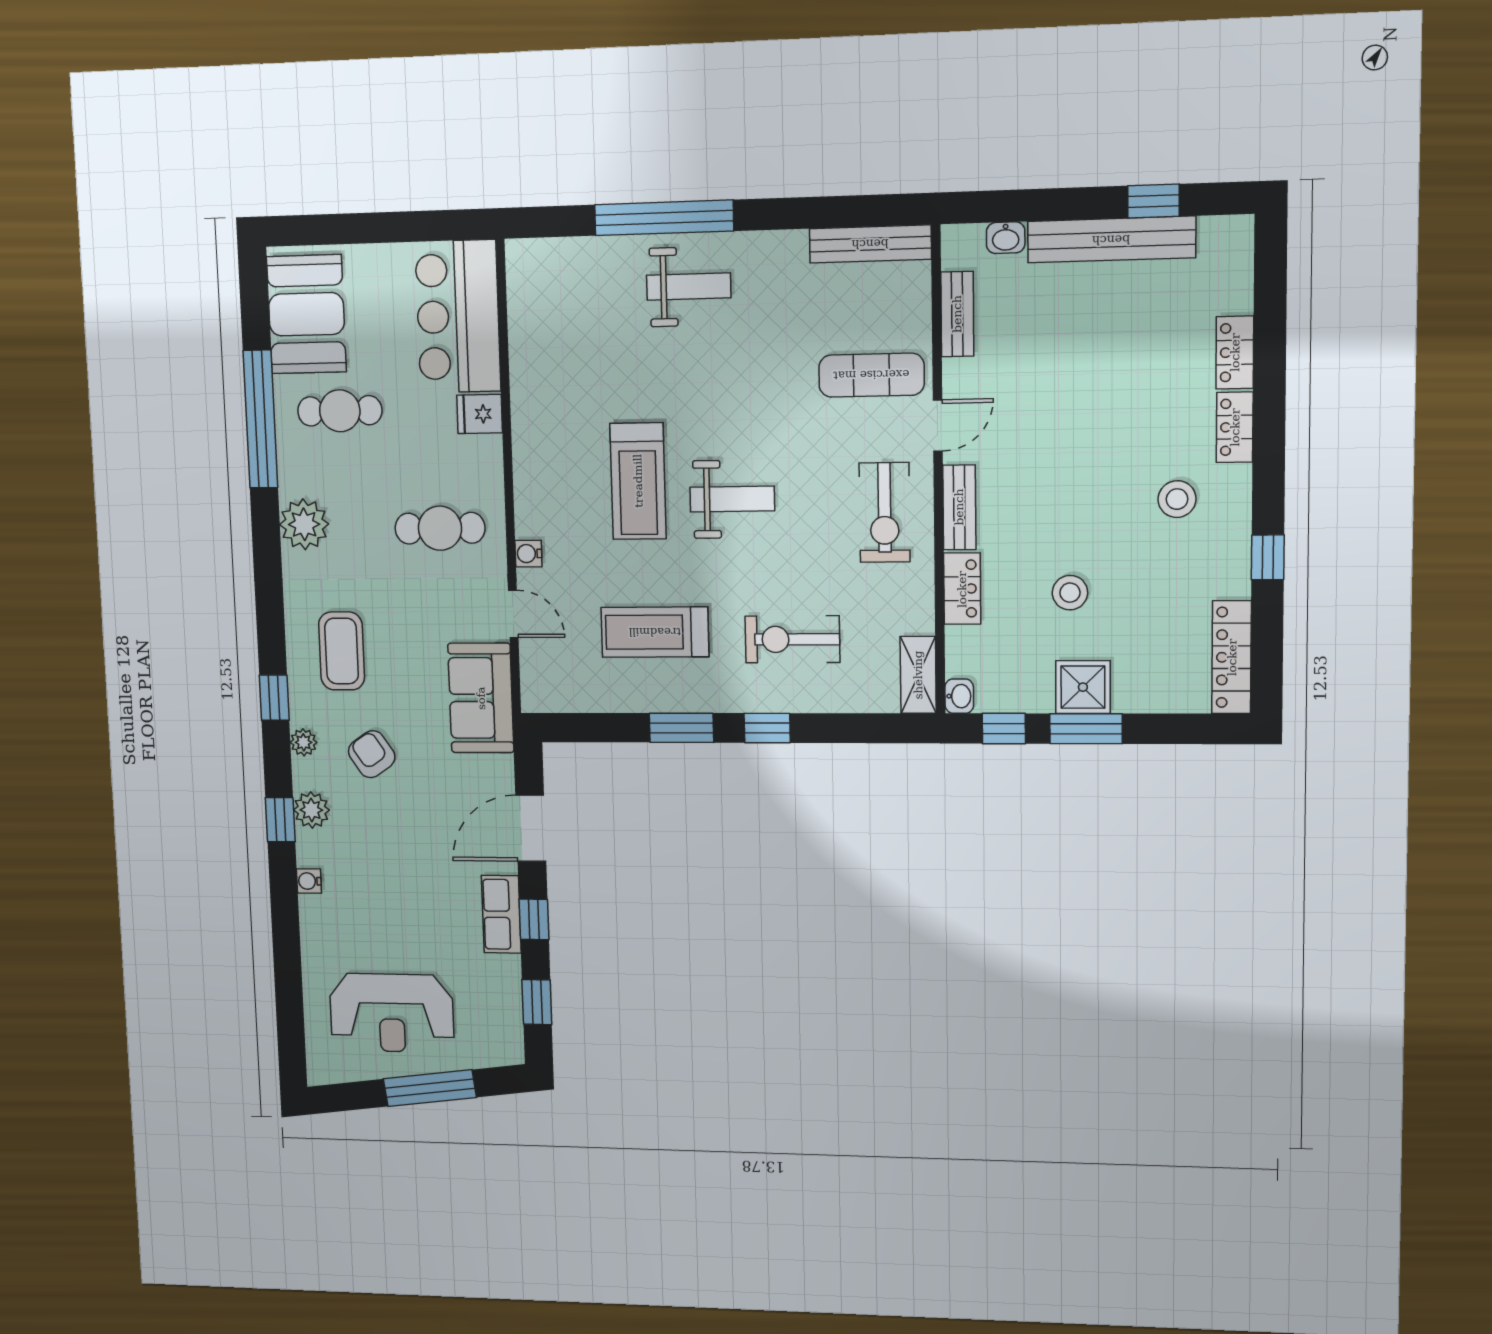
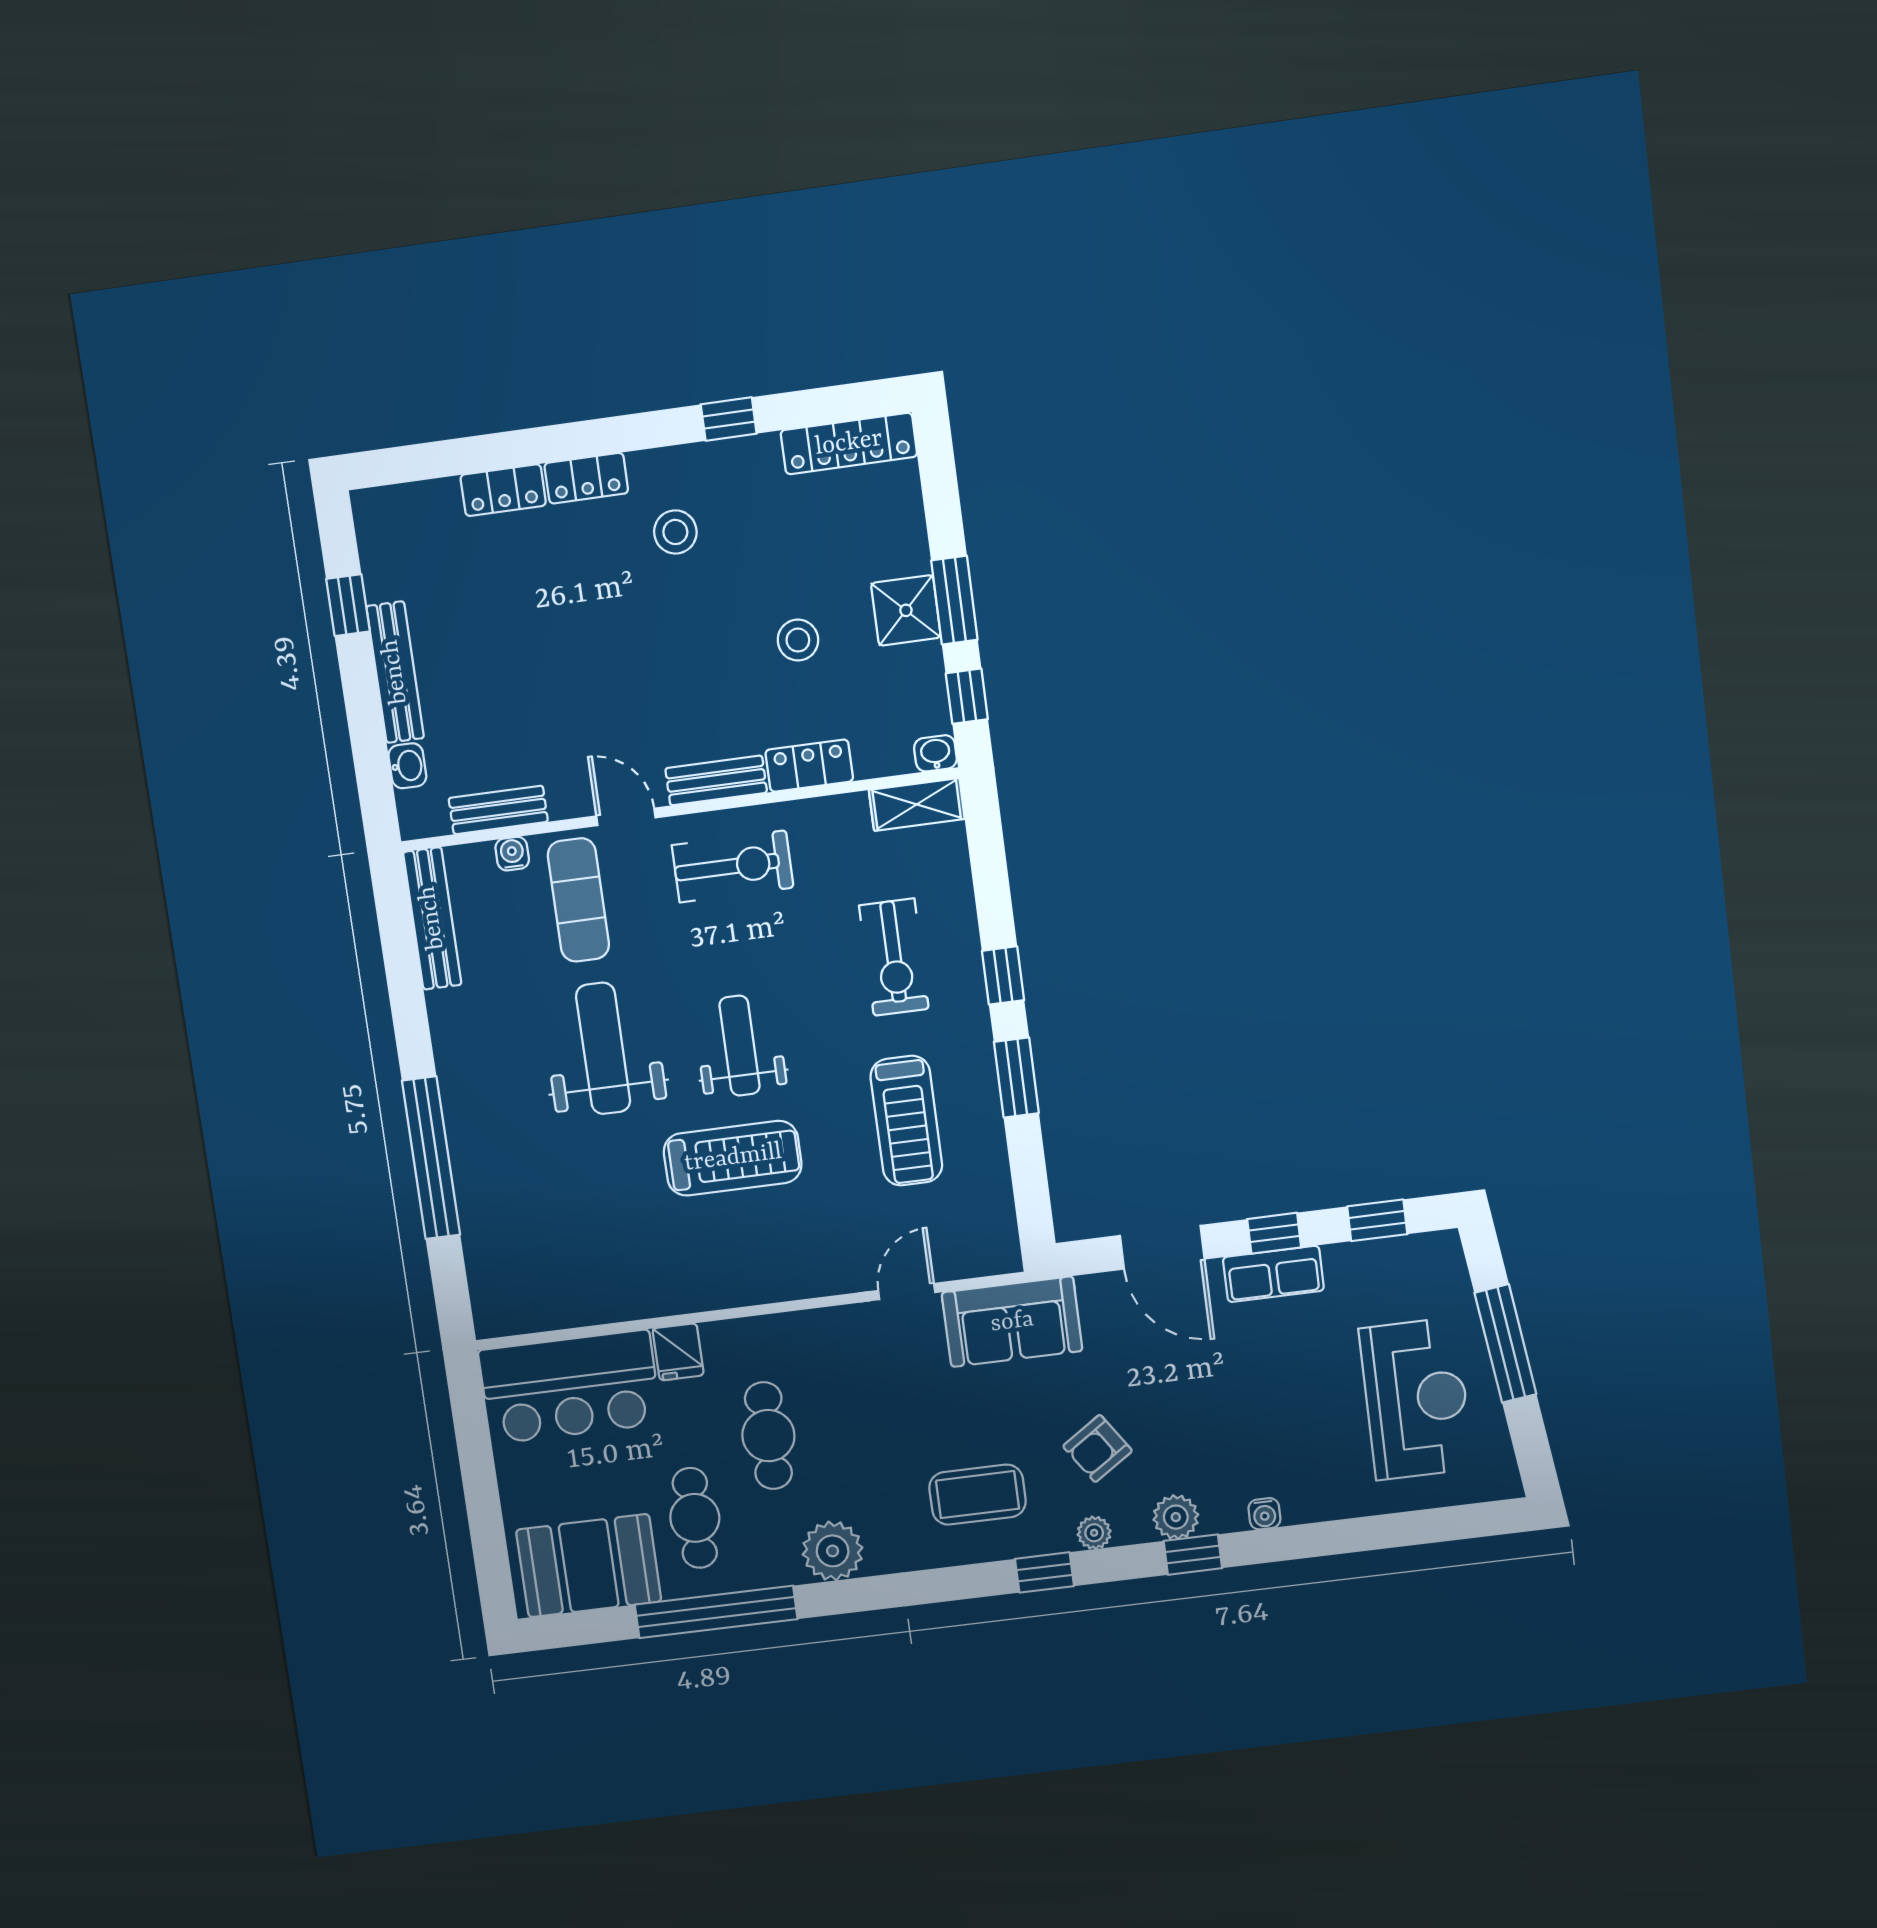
bench: (1111, 240) -> (395, 672), width x0.73, depth x0.82
weight bench: (689, 287) -> (603, 1048), moved, width x1.36, depth x1.33
cafe table: (440, 528) -> (768, 1436), moved
water cooler: (528, 554) -> (512, 854), moved, turned 180

